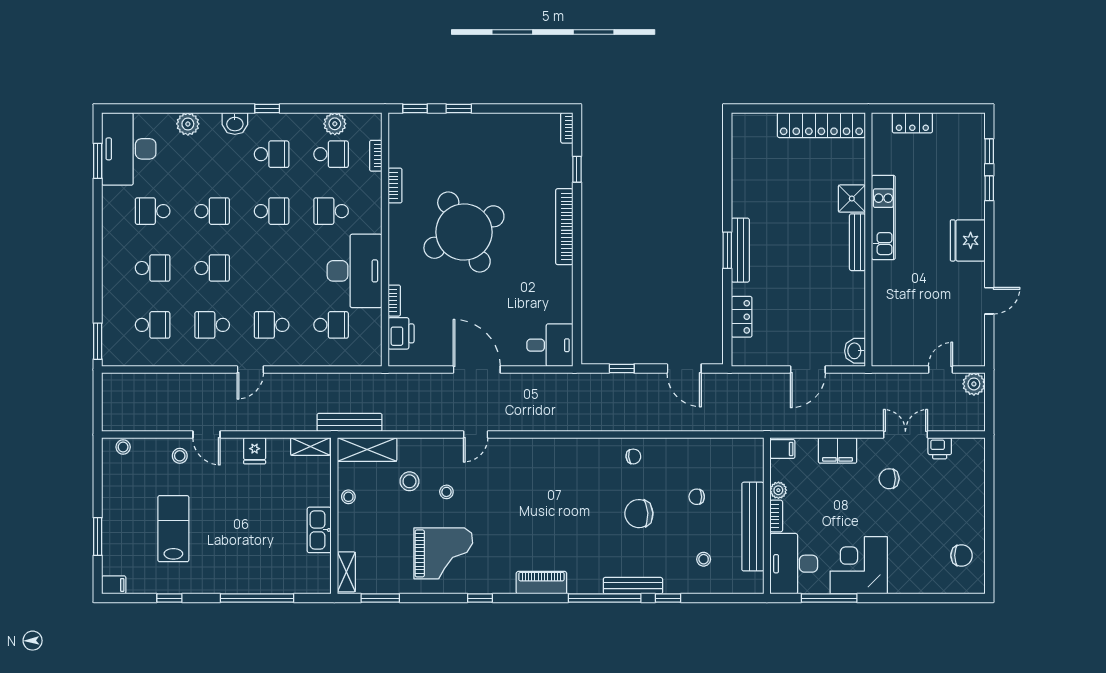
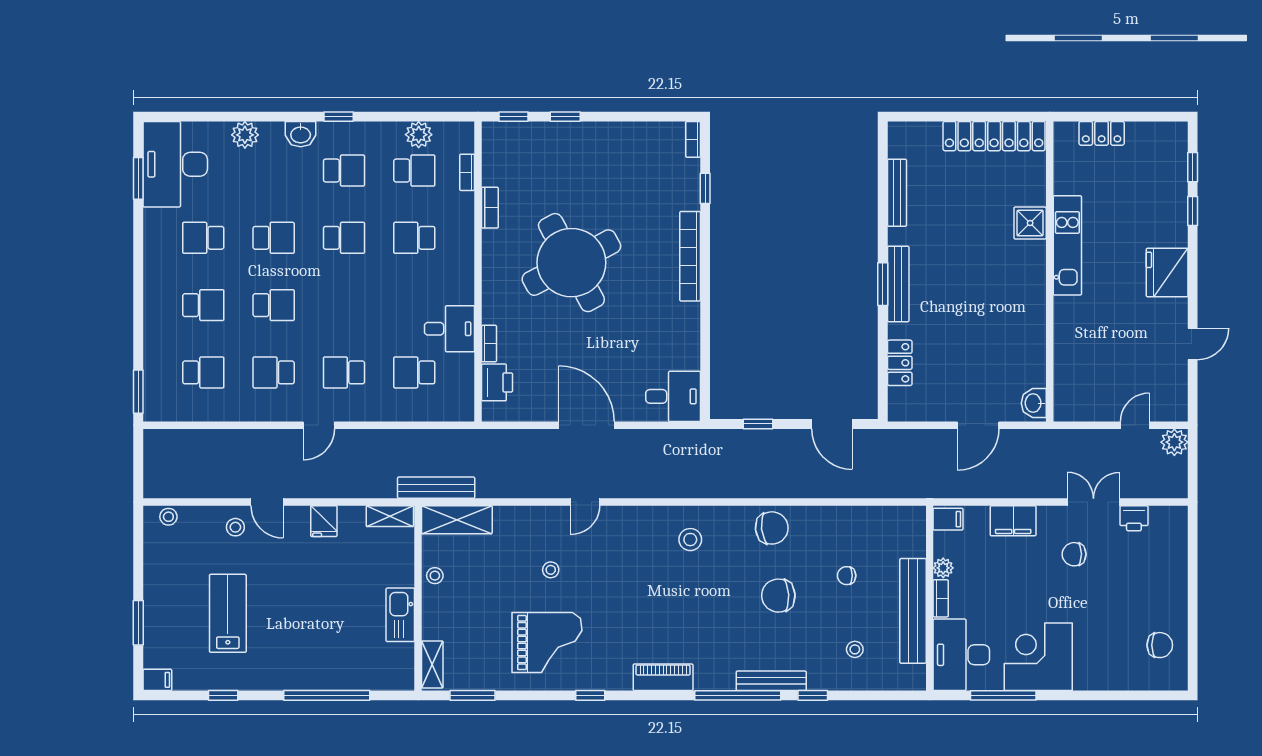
bench: (857, 242) -> (897, 193), moved
desk: (355, 271) -> (450, 329), width x0.53, depth x0.77
school desk: (331, 325) -> (414, 372), turned 180
chair: (633, 456) -> (772, 528), width x1.87, depth x1.87
stool: (409, 481) -> (690, 540), moved

